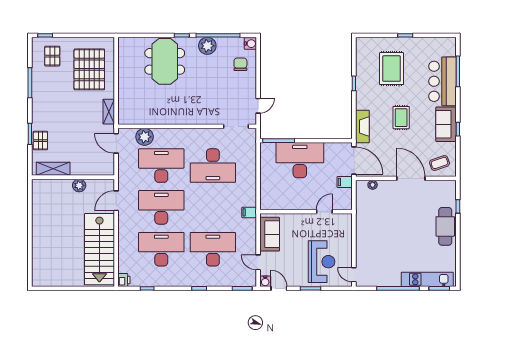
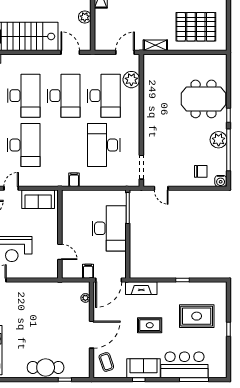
filing cabinet: (249, 212) -> (74, 180), moved

